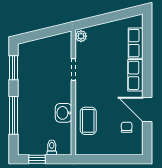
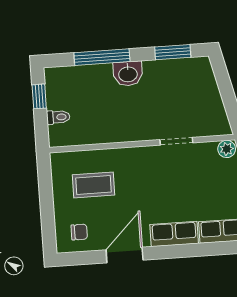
washbasin: (64, 113) -> (128, 74), moved, turned 180
coffee table: (88, 121) -> (93, 185), moved
chair: (127, 127) -> (79, 232), moved

